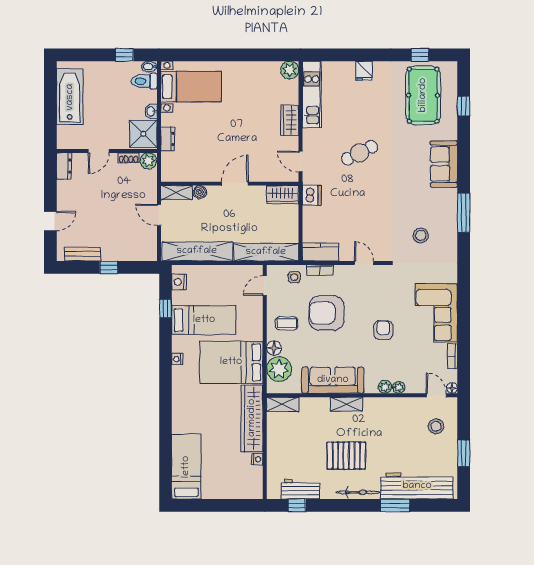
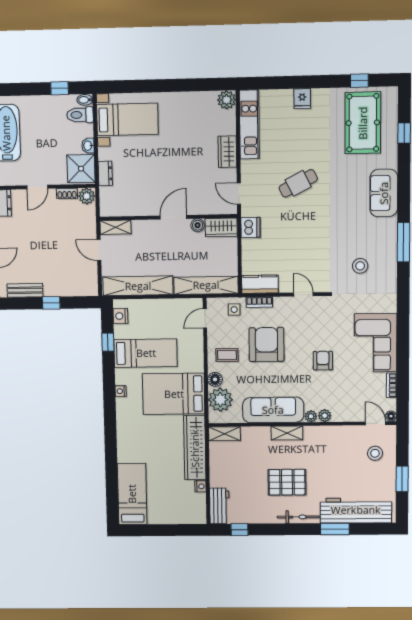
boiler: (200, 192) -> (198, 225), moved
armchair: (327, 313) -> (266, 344), turned 90
plant: (399, 387) -> (311, 416), moved
workbench: (300, 489) -> (219, 506), moved, turned 90

